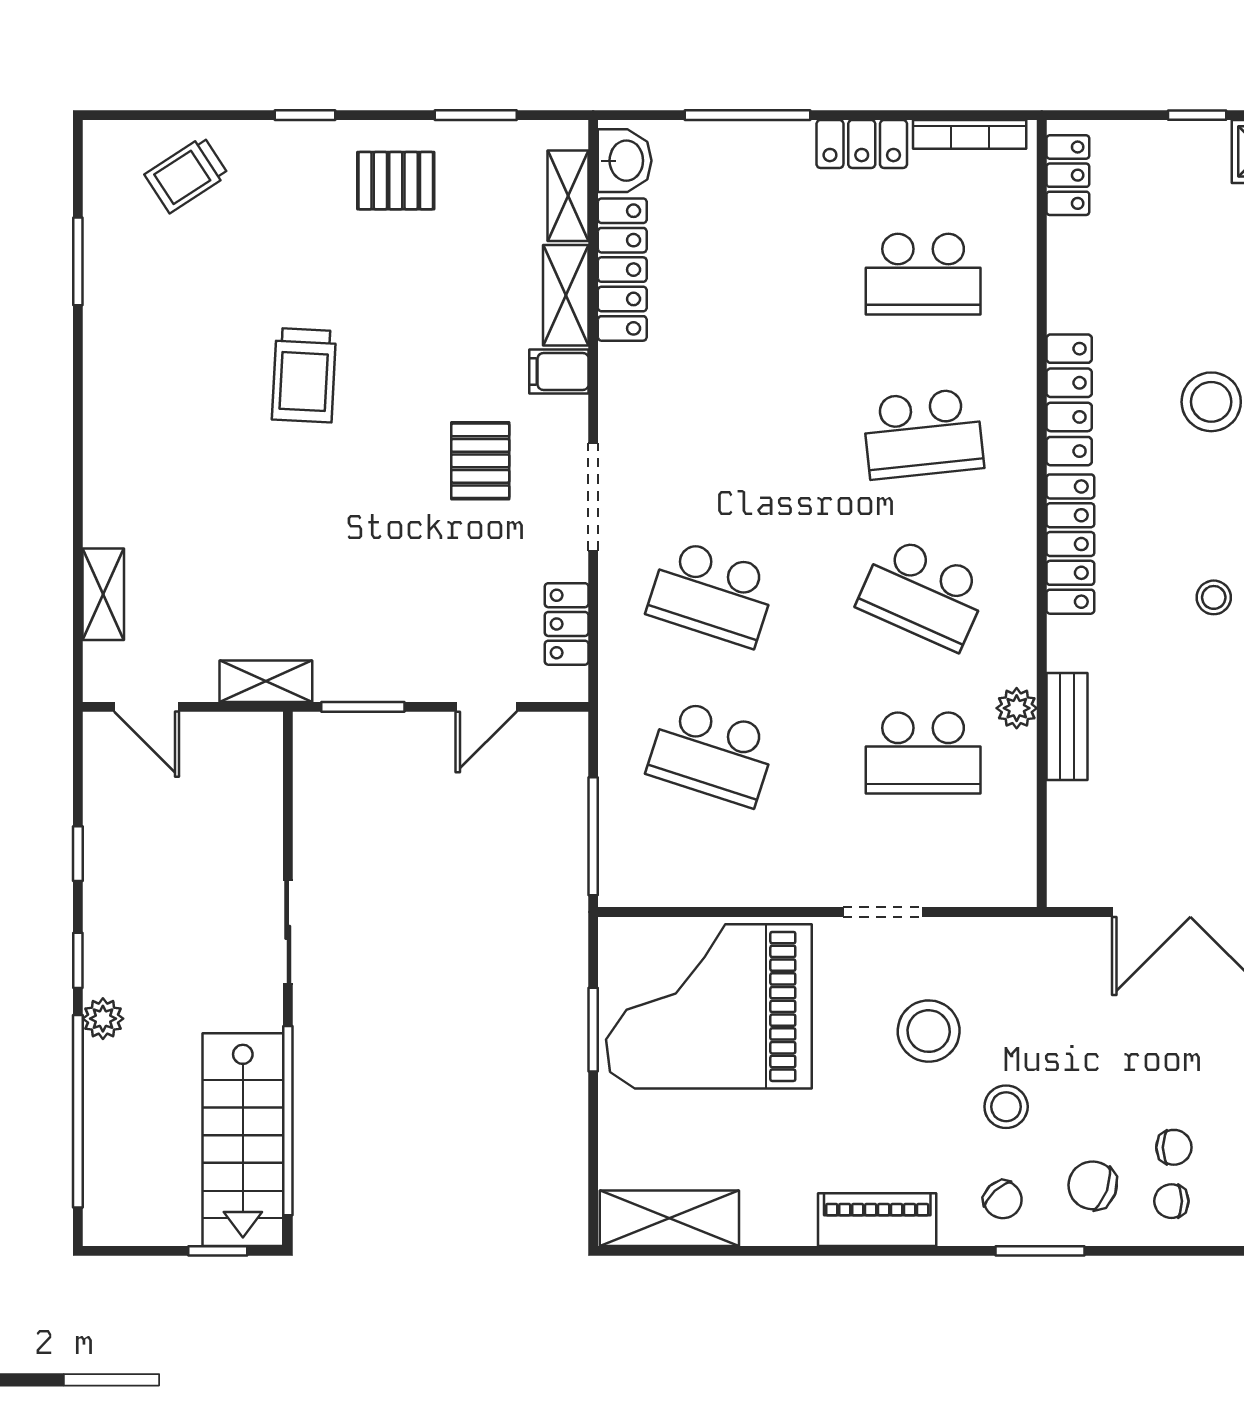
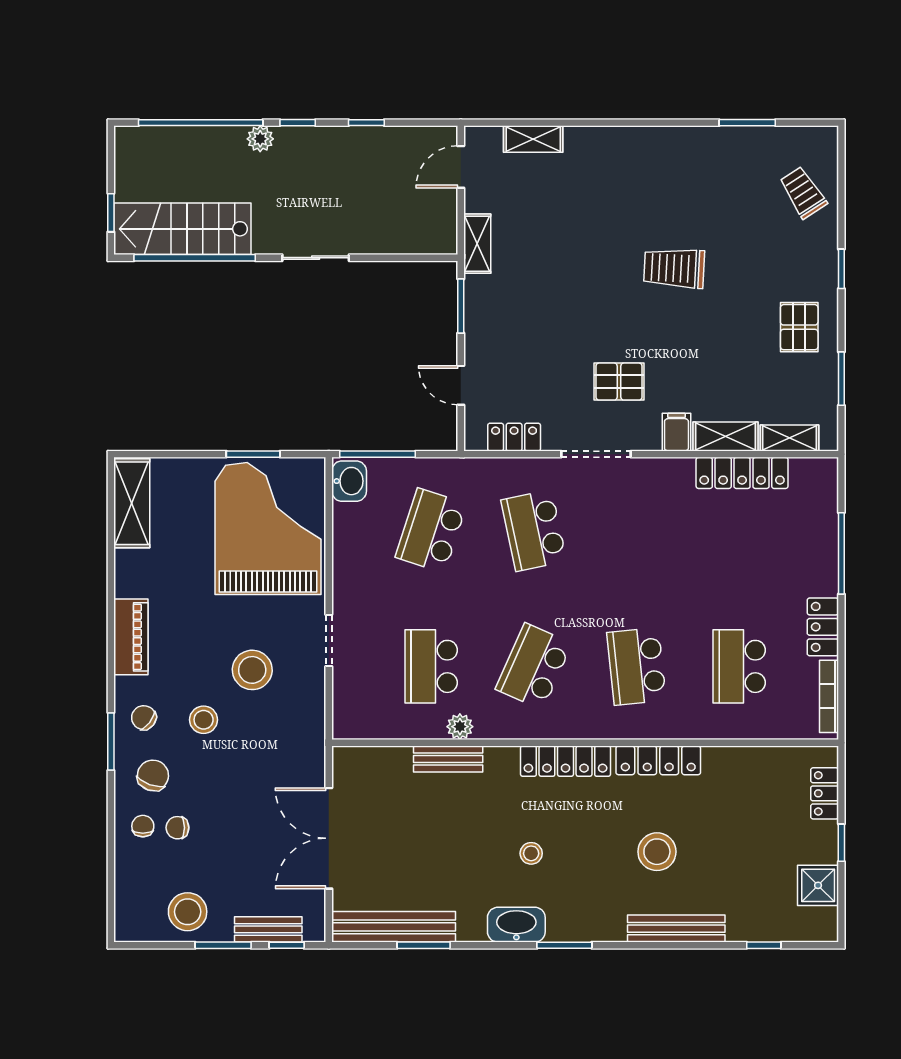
washbasin: (625, 161) -> (349, 481), moved, turned -90
locker: (1068, 175) -> (825, 793), moved, turned 90
school desk: (712, 593) -> (534, 530), turned -30
chair: (1174, 1147) -> (177, 828), turned 90
chair: (1003, 1200) -> (144, 718), turned 81

